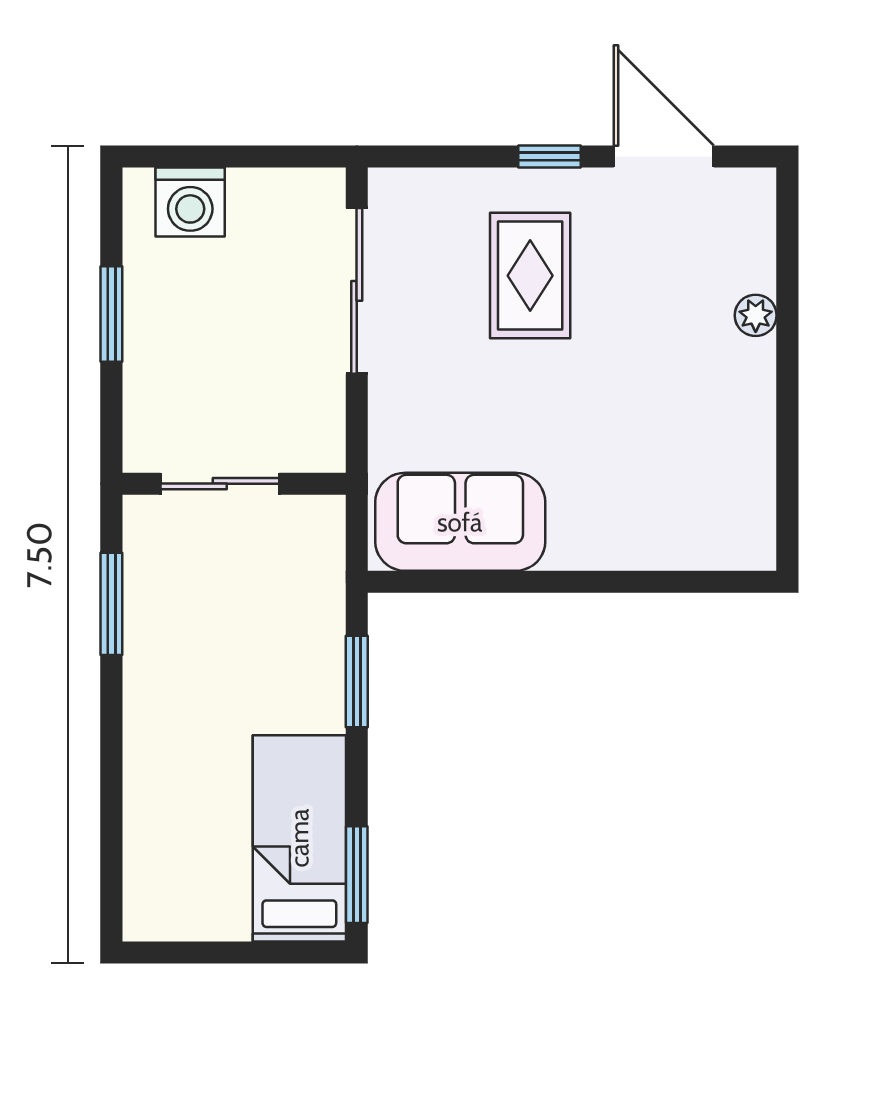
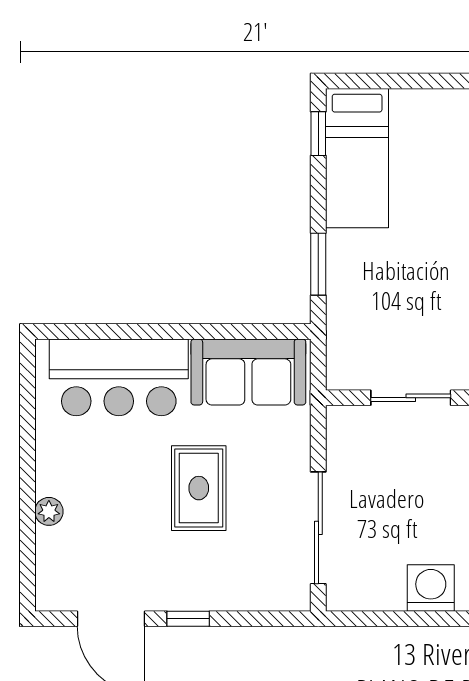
rug: (530, 276) -> (199, 488), moved
bar counter: (652, 514) -> (119, 377), added
window: (357, 875) -> (318, 134), width x0.67

